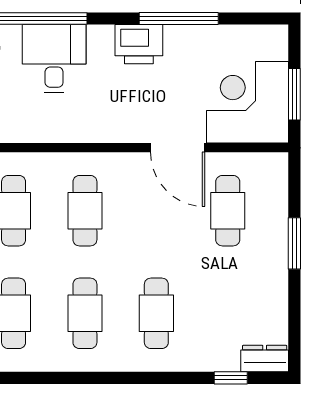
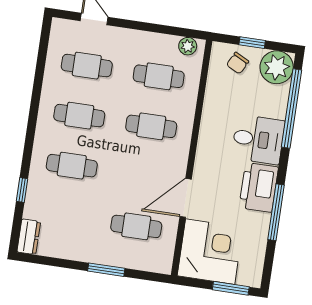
printer: (139, 44) -> (259, 187), width x1.37, depth x1.19
desk: (54, 59) -> (258, 139), moved
window: (294, 94) -> (231, 288), moved
window: (231, 378) -> (22, 190), moved

